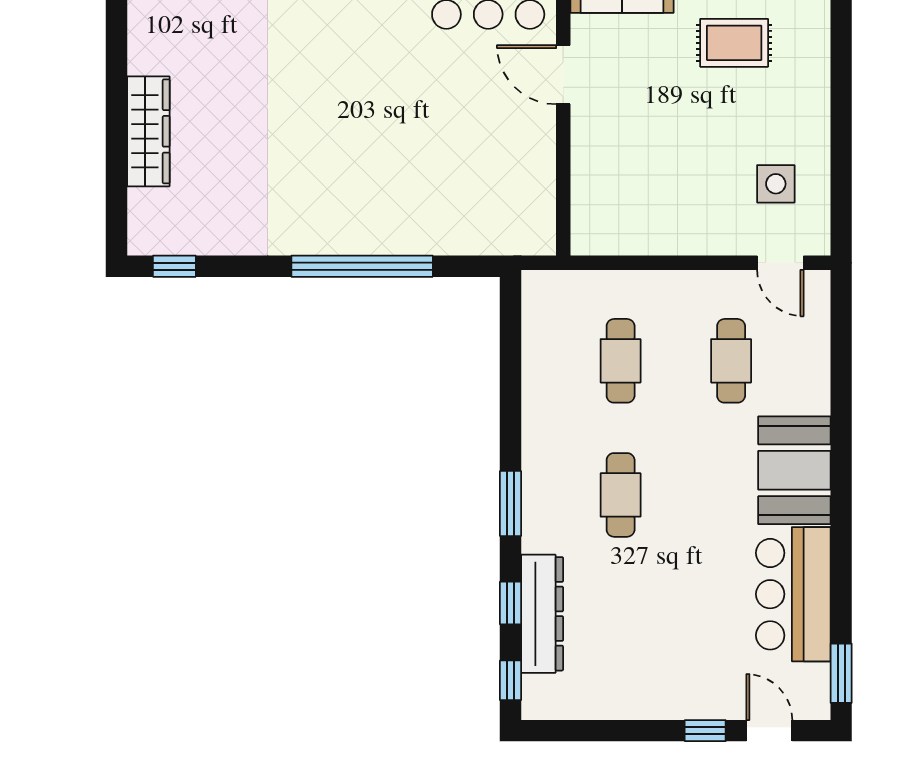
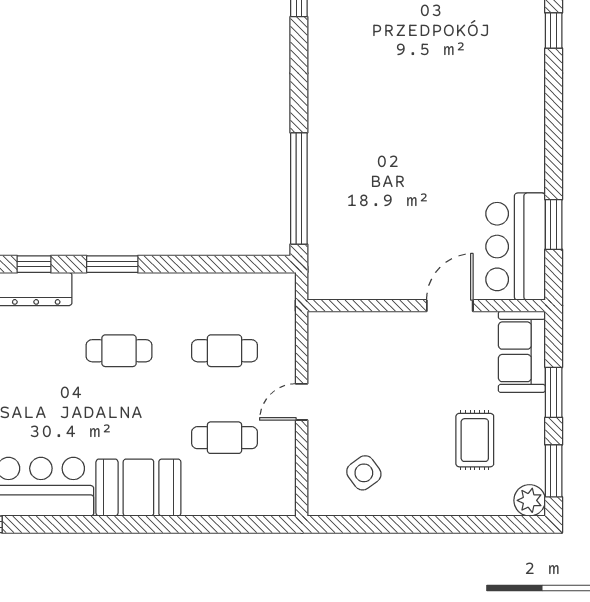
side table: (776, 184) -> (364, 473), turned -36
door: (780, 263) -> (302, 402), moved
window: (362, 266) -> (299, 188), moved

